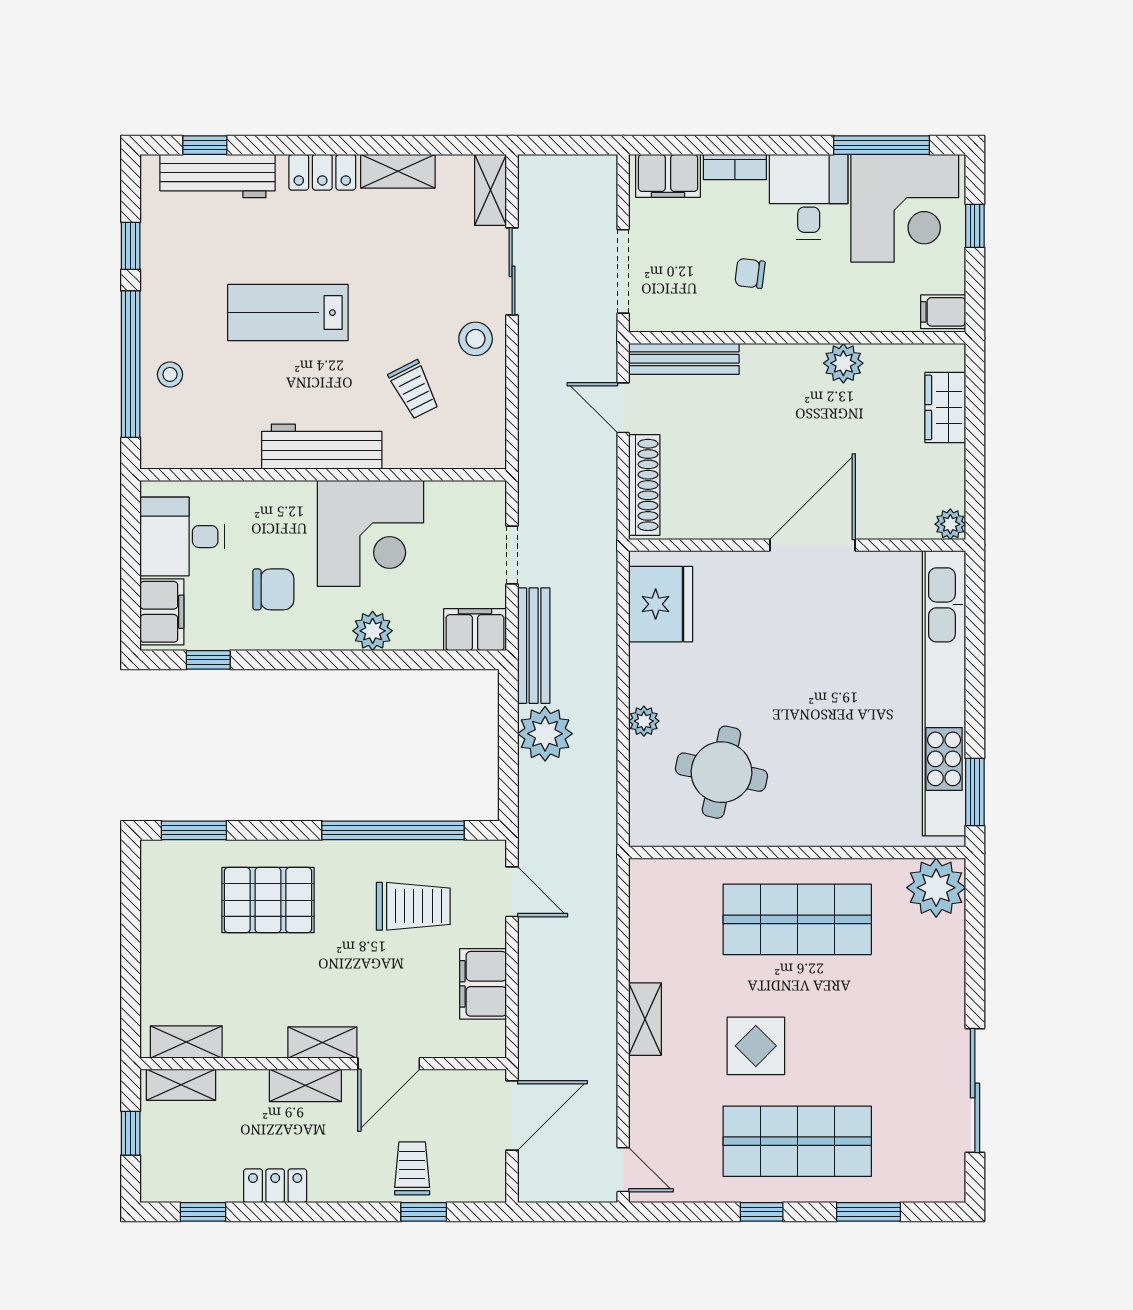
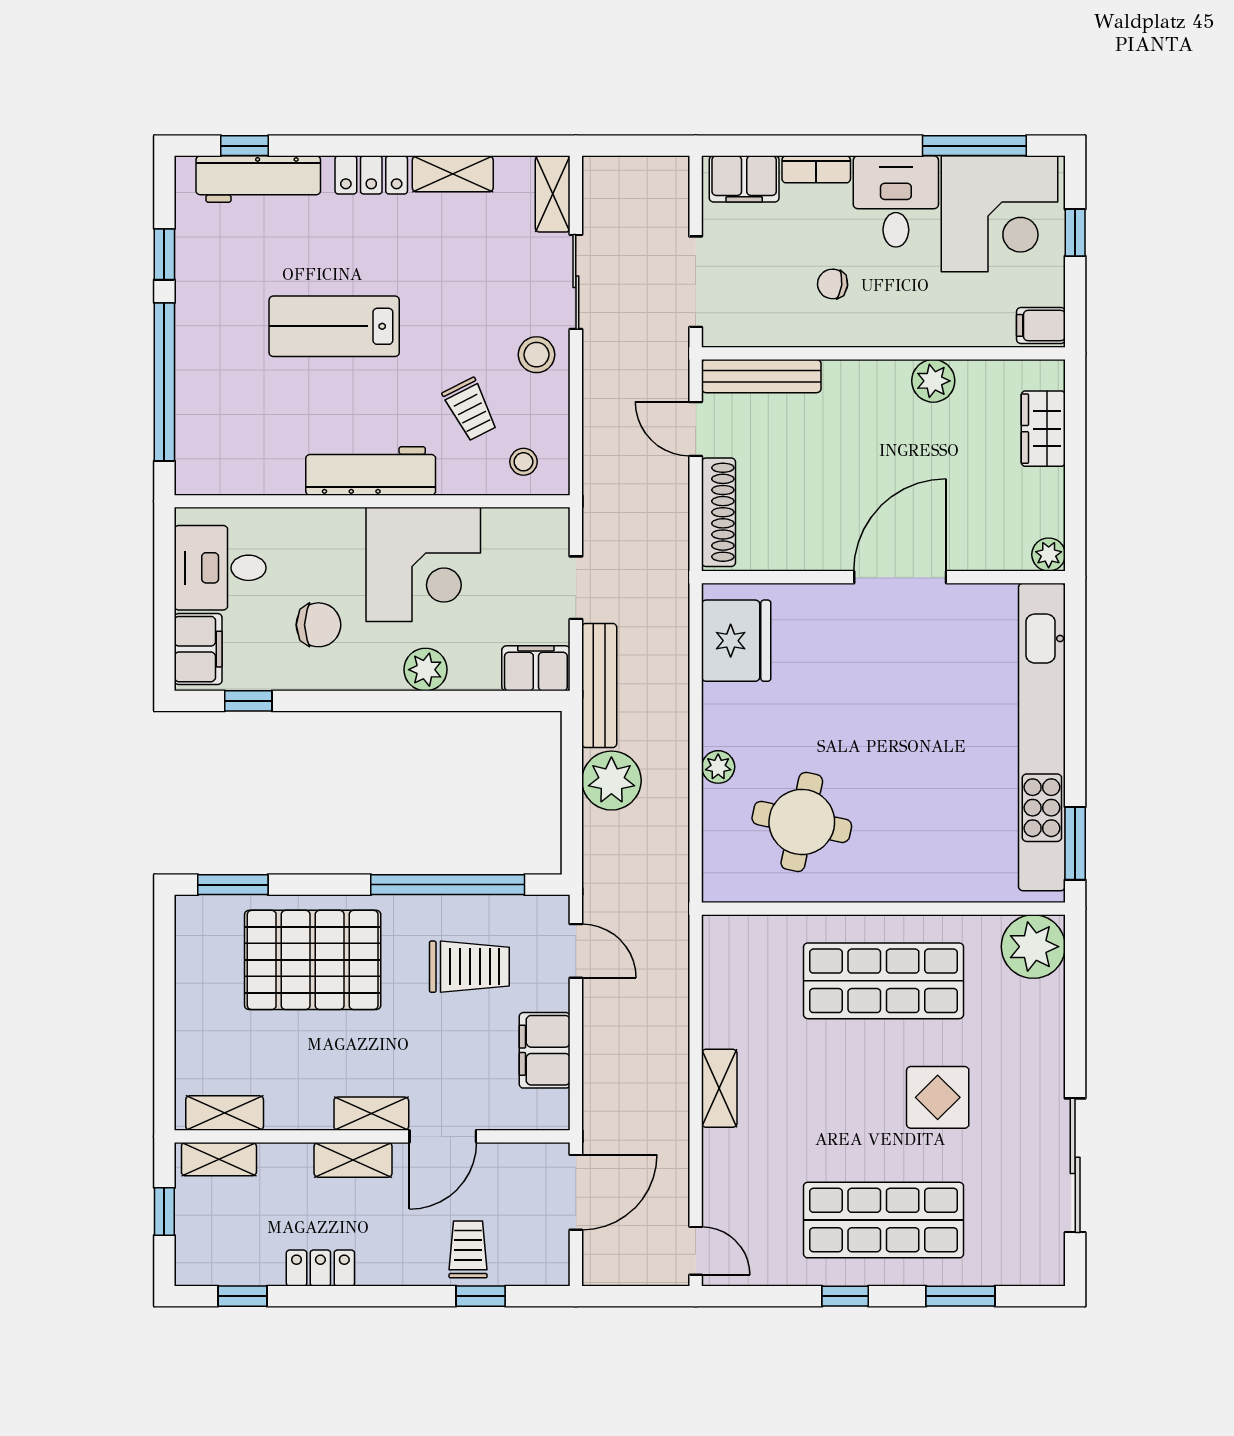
stool: (170, 374) -> (523, 462), moved
pallet: (268, 900) -> (313, 960), width x1.37, depth x1.41
display table: (756, 1046) -> (938, 1097), moved

